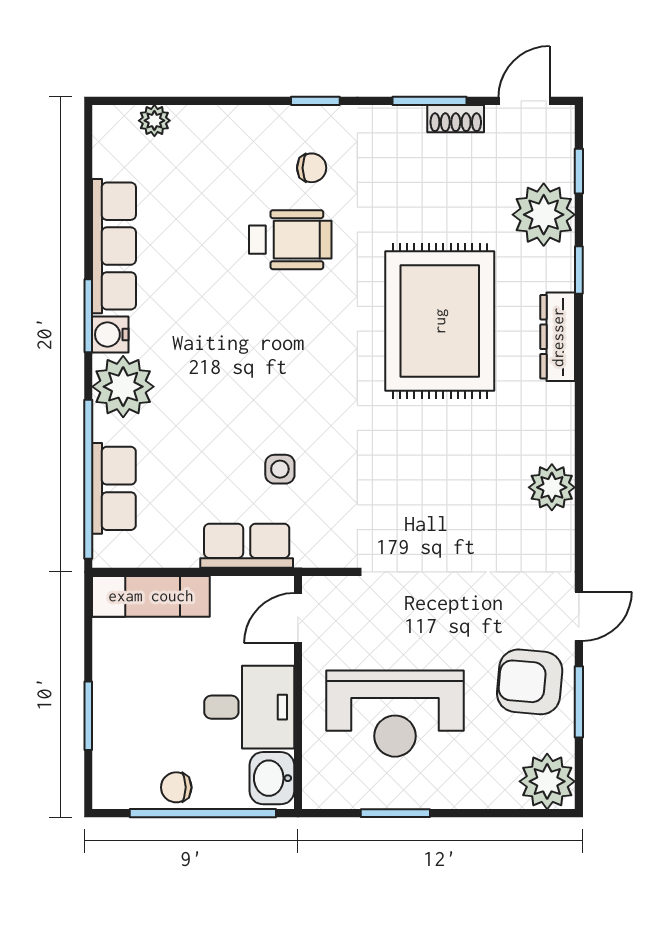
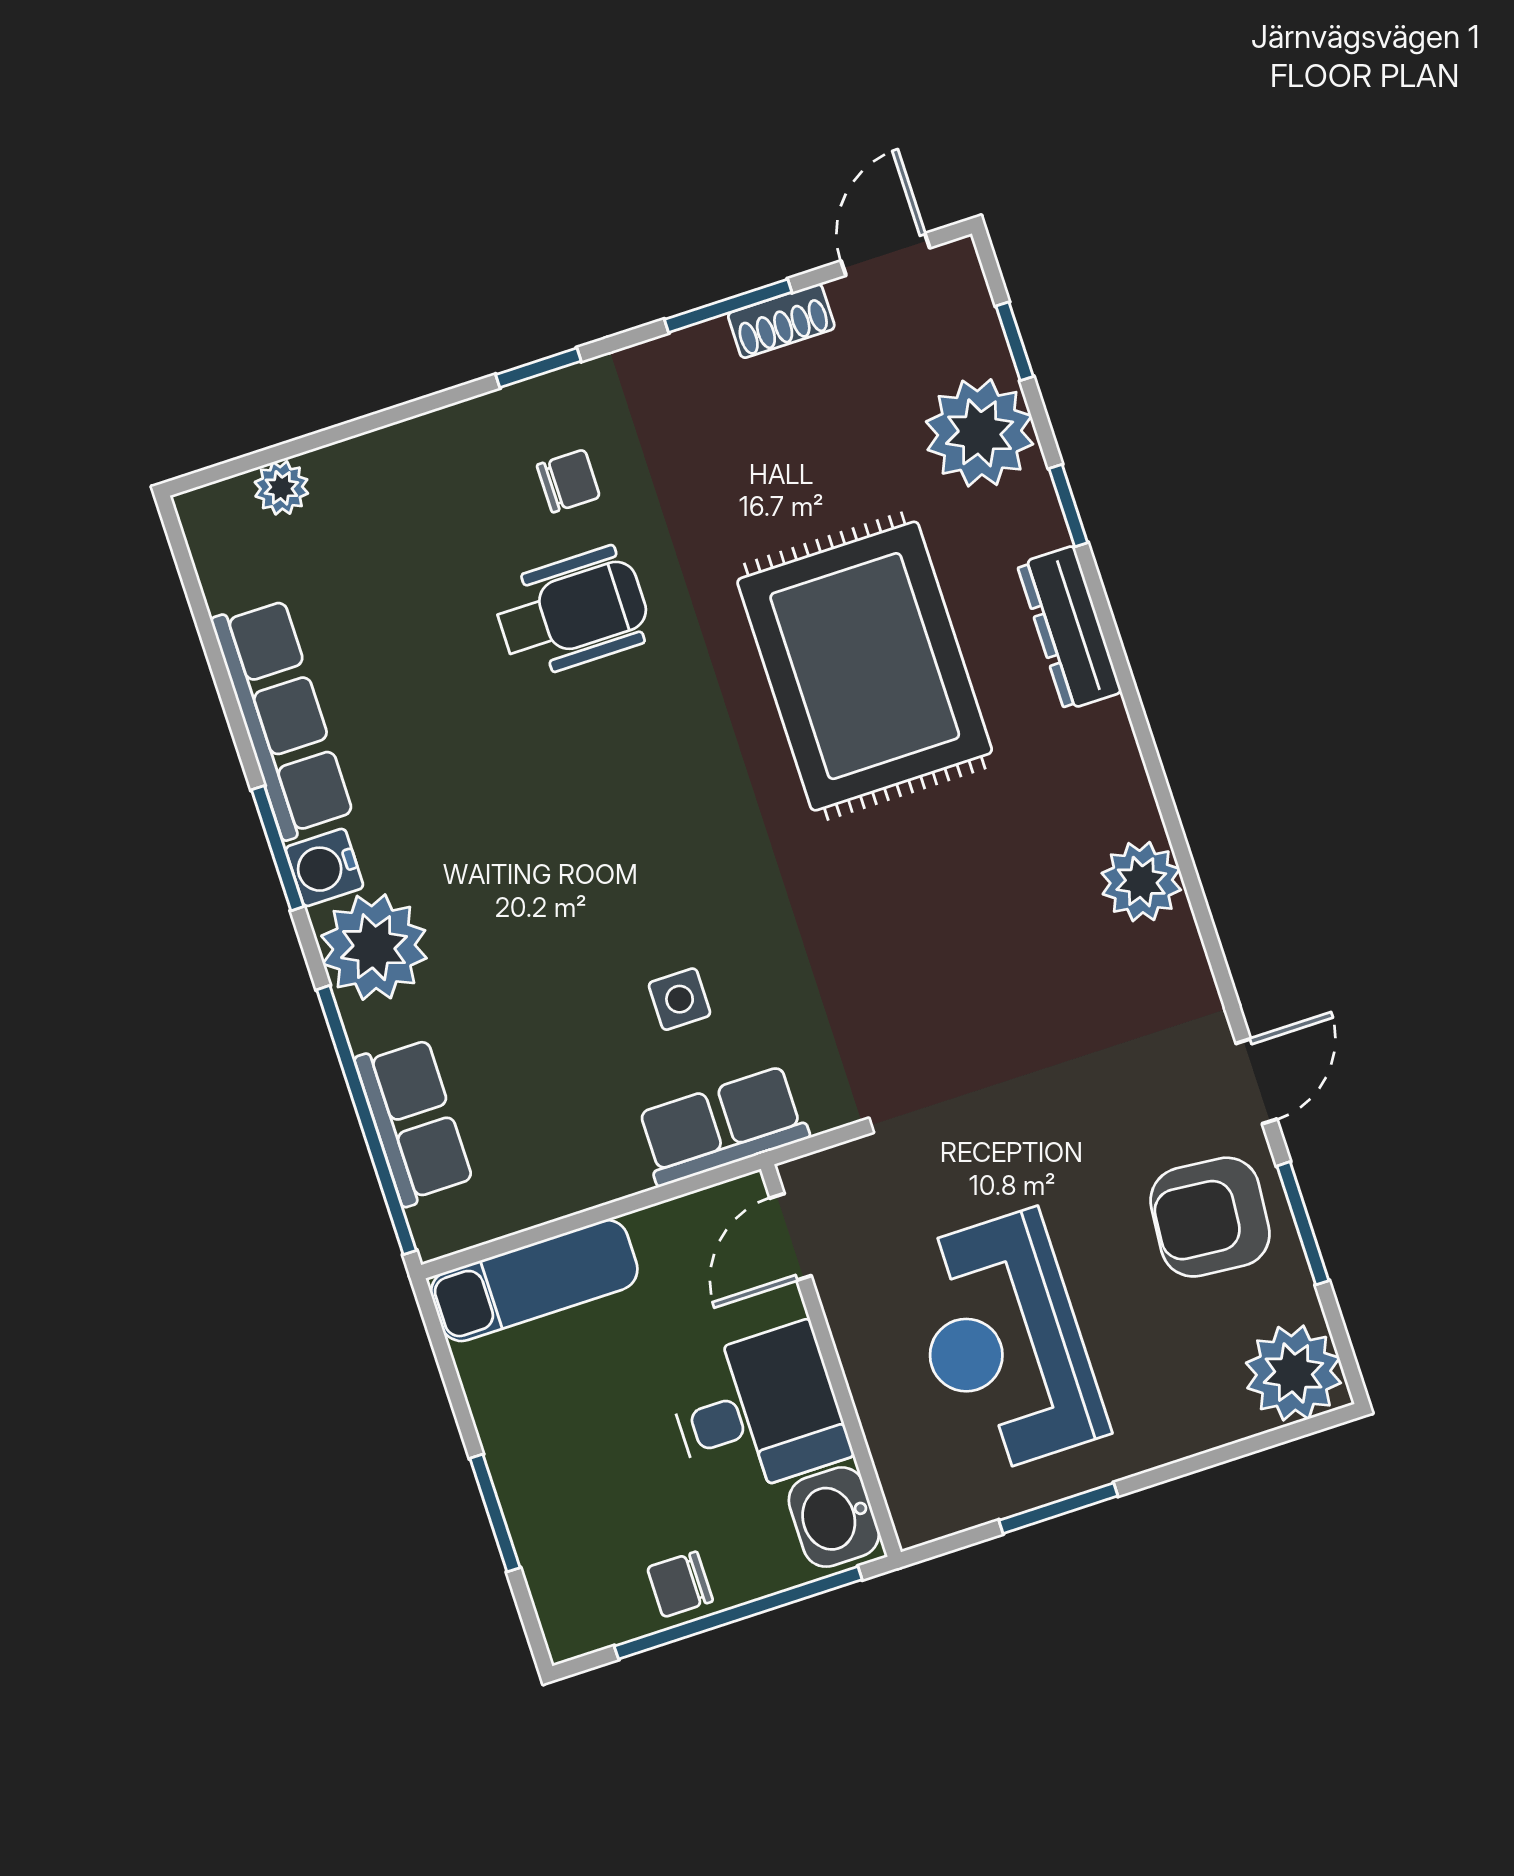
row of seats: (247, 546) -> (722, 1126), moved
reception desk: (395, 714) -> (1004, 1343), turned 90

